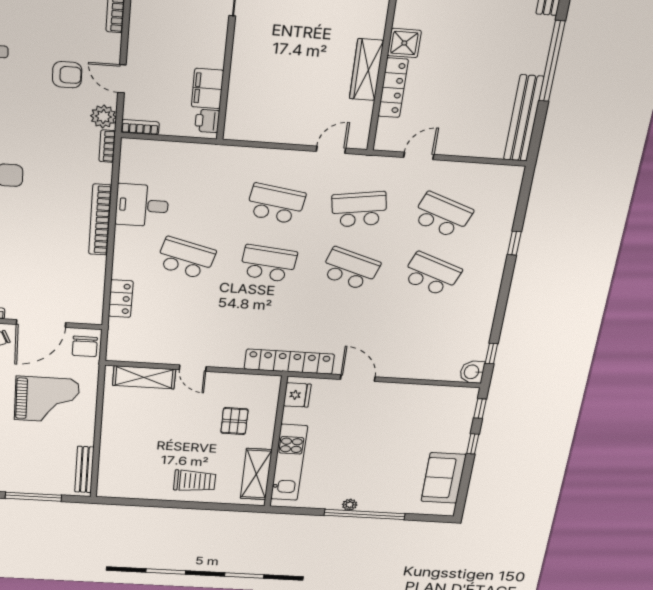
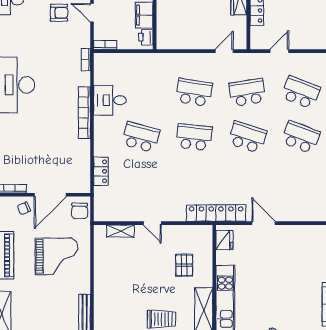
plant: (103, 117) -> (82, 39), removed
shelving: (144, 377) -> (120, 231), width x0.67, depth x0.75

